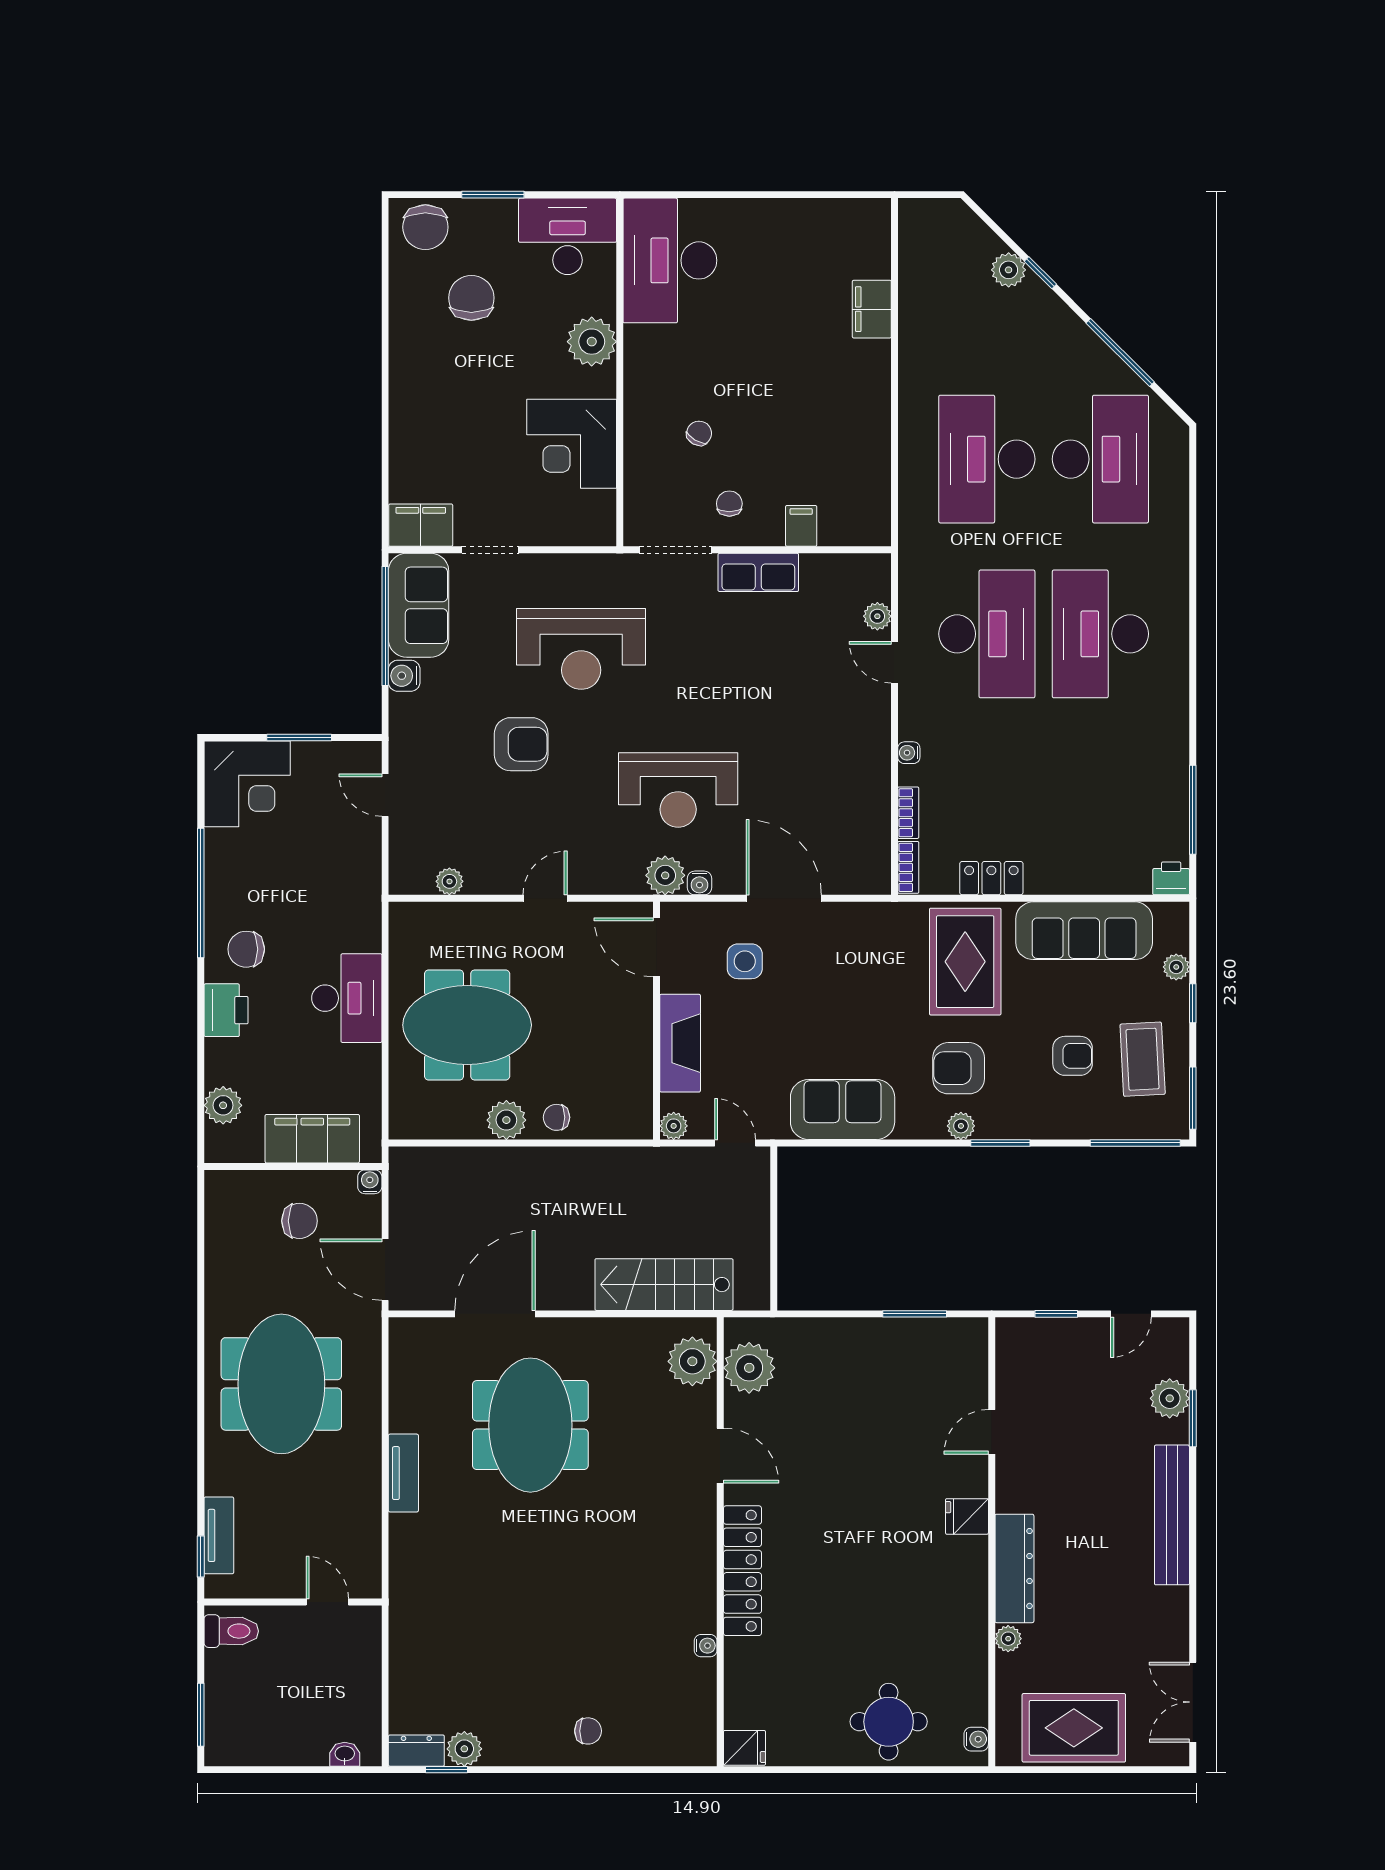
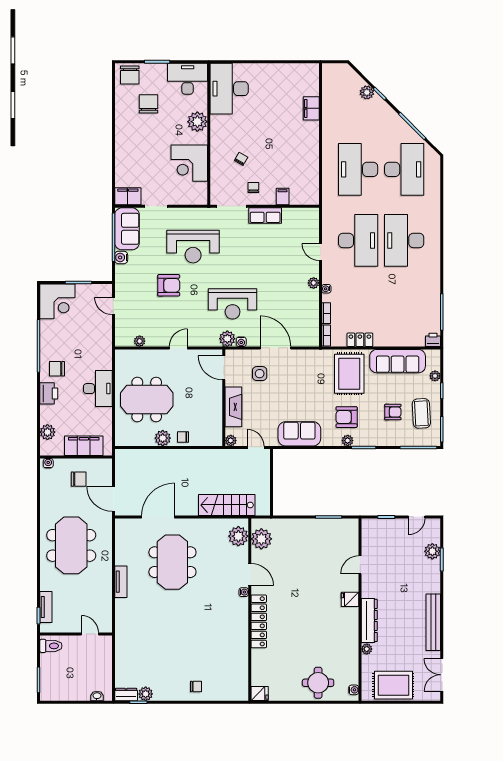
plant: (877, 616) -> (314, 283), moved
water cooler: (370, 1182) -> (48, 463), moved
bench: (1172, 1515) -> (433, 622), moved
water cooler: (706, 1646) -> (244, 592), moved

